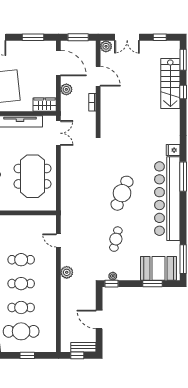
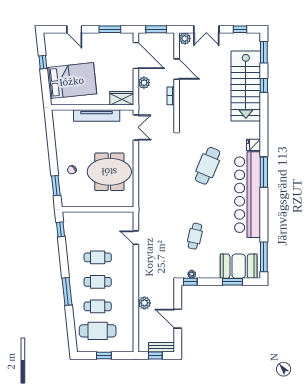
stairs: (170, 84) -> (246, 86), width x1.36, depth x1.51
meeting table: (32, 176) -> (109, 172), turned 90
cafe table: (122, 193) -> (208, 166), moved
plant: (67, 272) -> (144, 303), moved

